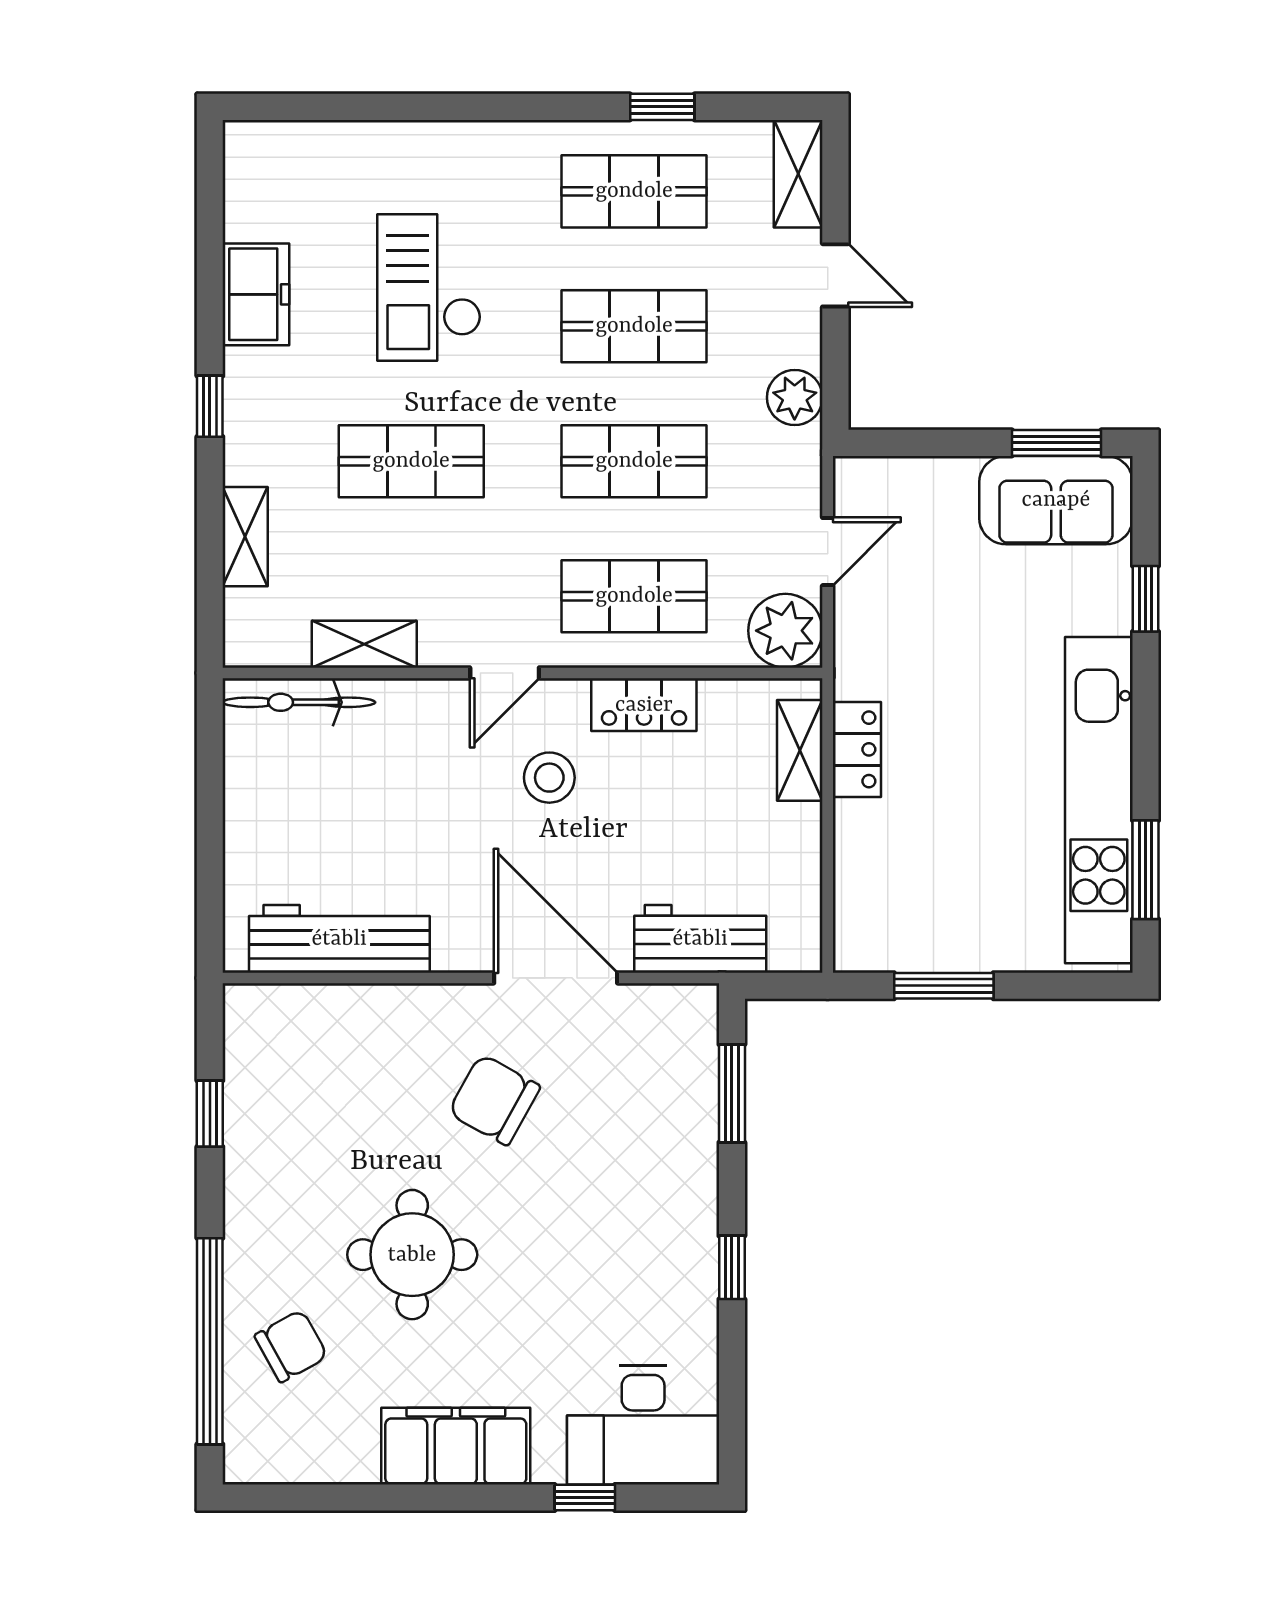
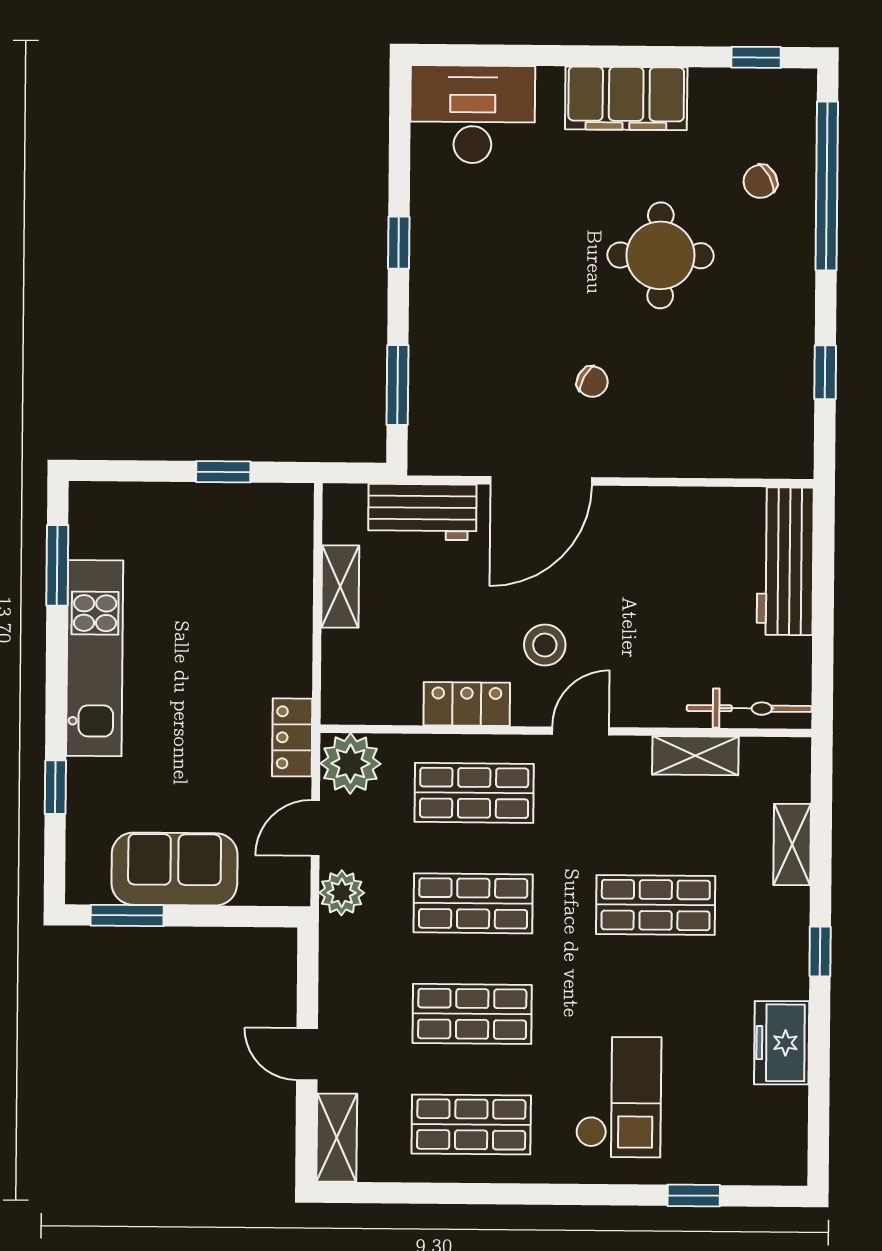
window: (662, 107) -> (694, 1196), moved
checkout: (429, 287) -> (618, 1097), moved
plant: (795, 398) -> (342, 893), moved
sofa: (1056, 500) -> (174, 869), moved
locker: (857, 749) -> (292, 737), moved
shelving: (800, 750) -> (340, 586), moved
kitchen unit: (1099, 800) -> (95, 658), width x0.73
workbench: (339, 939) -> (785, 561), moved, turned 90
door: (556, 978) -> (541, 481), hinge flipped
window: (944, 986) -> (223, 472), width x0.67
chair: (494, 1100) -> (592, 382), width x0.54, depth x0.54
chair: (291, 1346) -> (760, 181), width x0.73, depth x0.73
window: (585, 1497) -> (756, 57), moved

